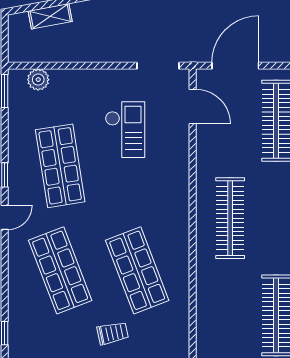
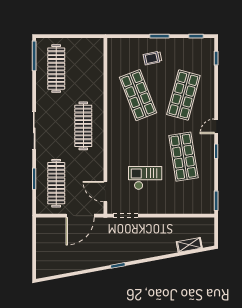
plant: (38, 80) -> (196, 207), removed
checkout: (125, 130) -> (145, 178), turned 90
shop shelf: (60, 270) -> (183, 95), turned 36

